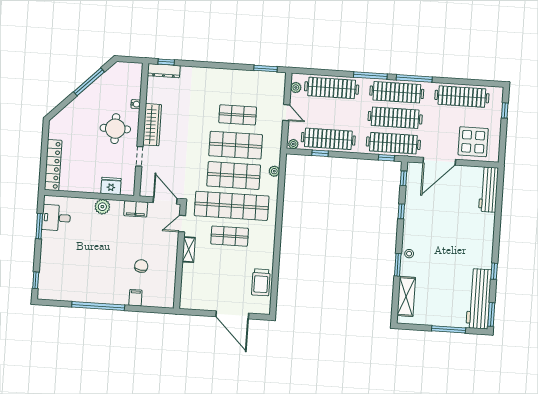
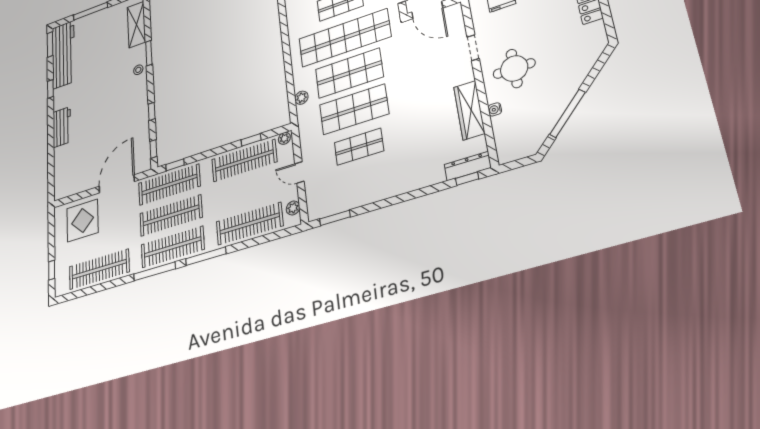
wardrobe: (152, 125) -> (469, 110), moved
workbench: (488, 190) -> (62, 127), moved, width x0.73

